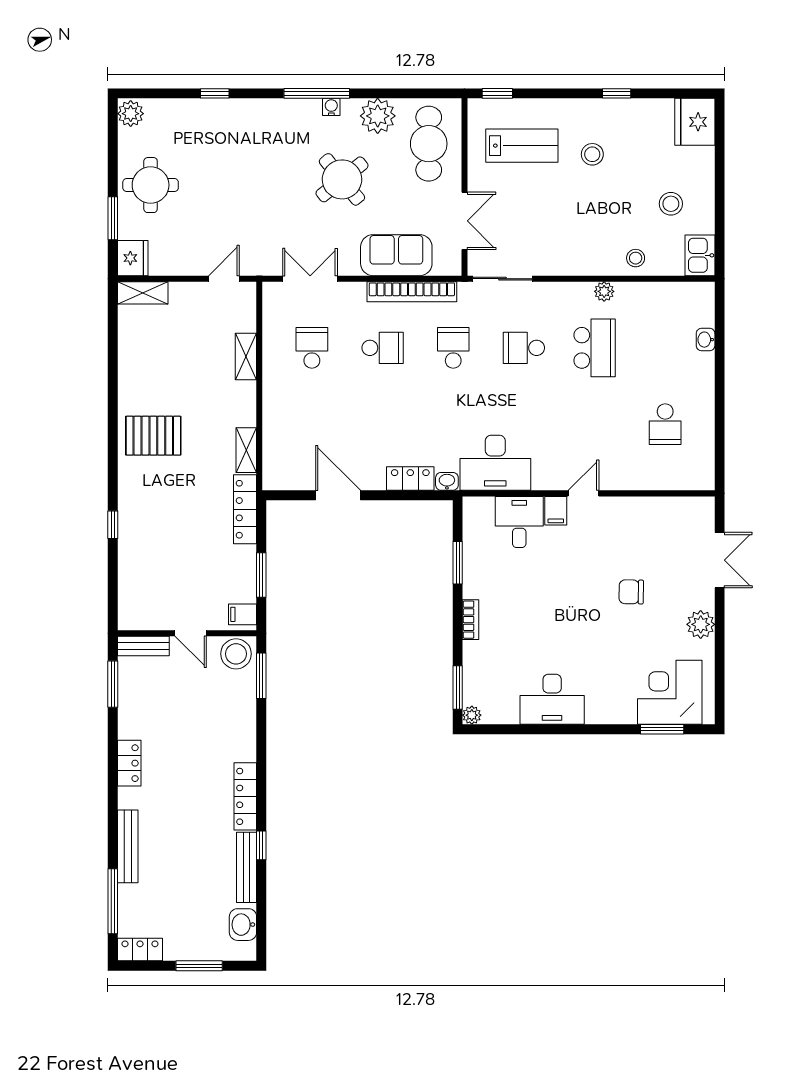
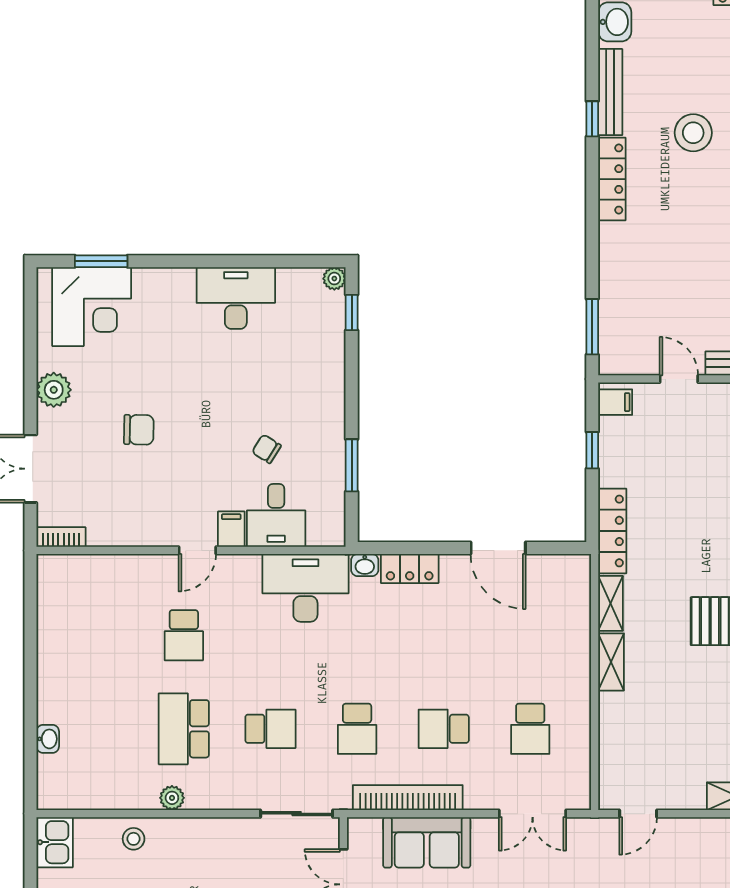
shelving: (246, 356) -> (611, 662), moved
school desk: (665, 424) -> (184, 635), moved, turned 180
window: (261, 575) -> (592, 450), width x0.67
chair: (527, 576) -> (266, 449), added
bookcase: (471, 620) -> (61, 537), moved, turned 90
stool: (236, 654) -> (693, 133), moved
window: (458, 687) -> (352, 312), width x0.67

